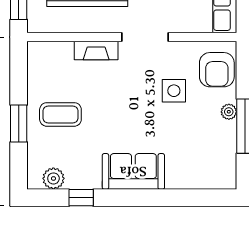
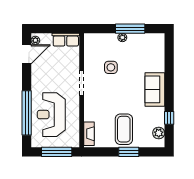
fireplace: (96, 51) -> (89, 134), moved
armchair: (217, 70) -> (99, 44), removed
coffee table: (60, 114) -> (124, 129), width x1.36, depth x1.32

